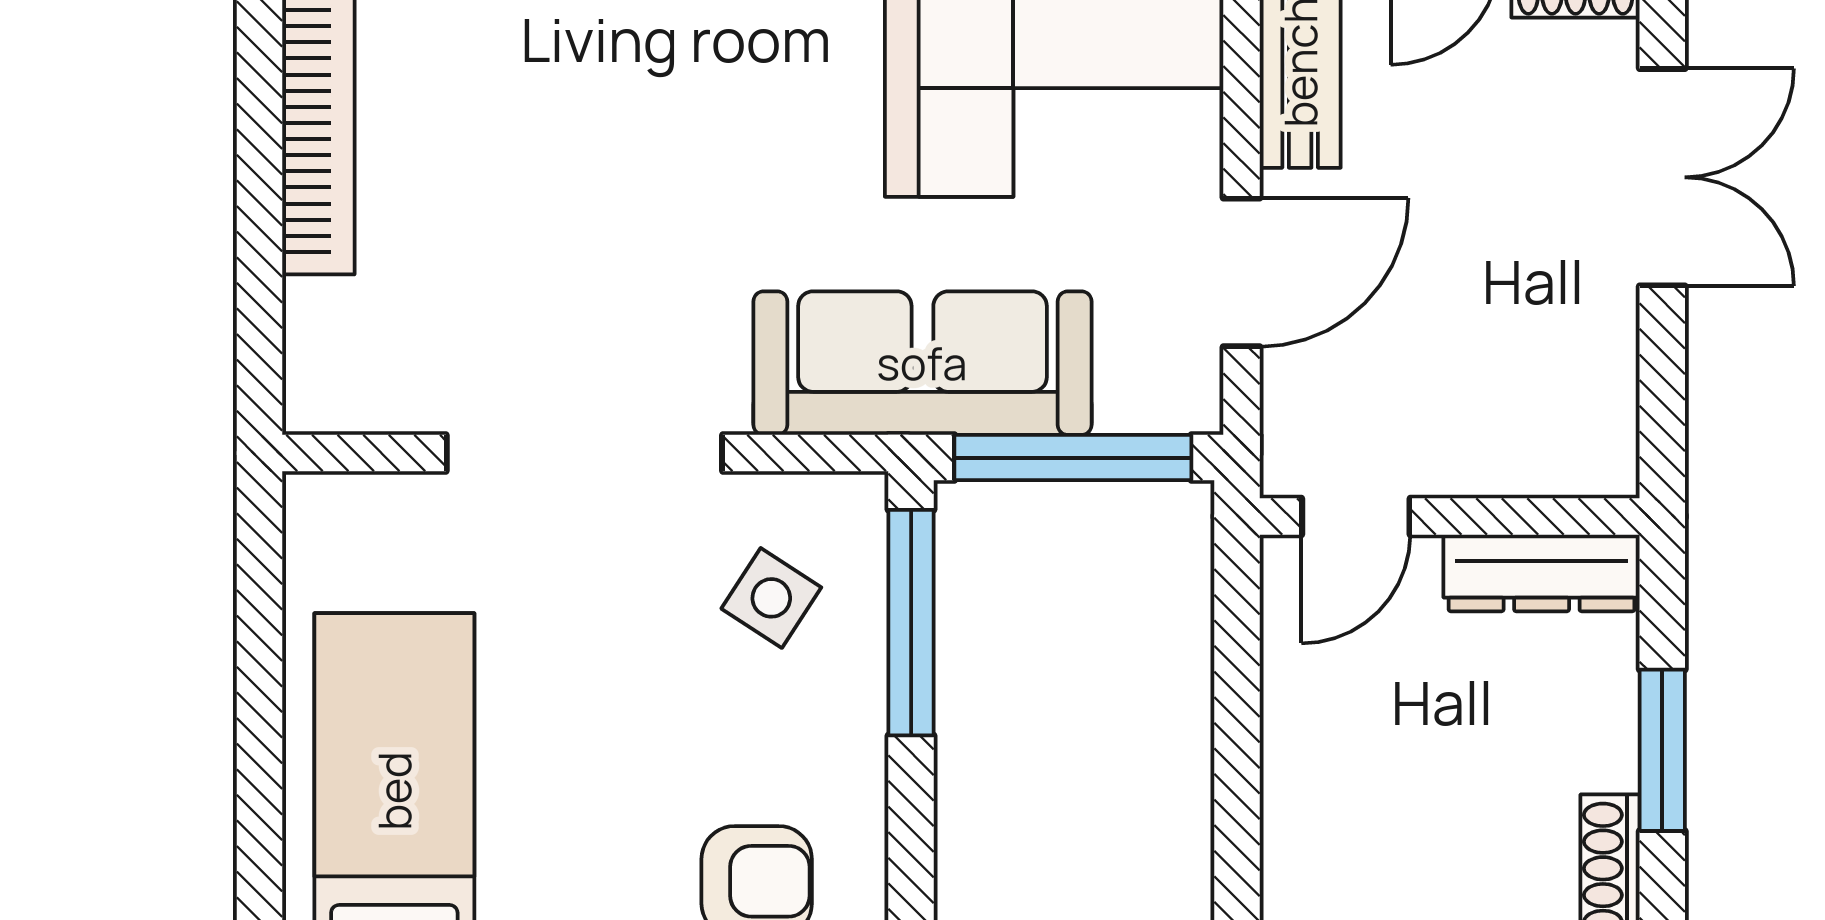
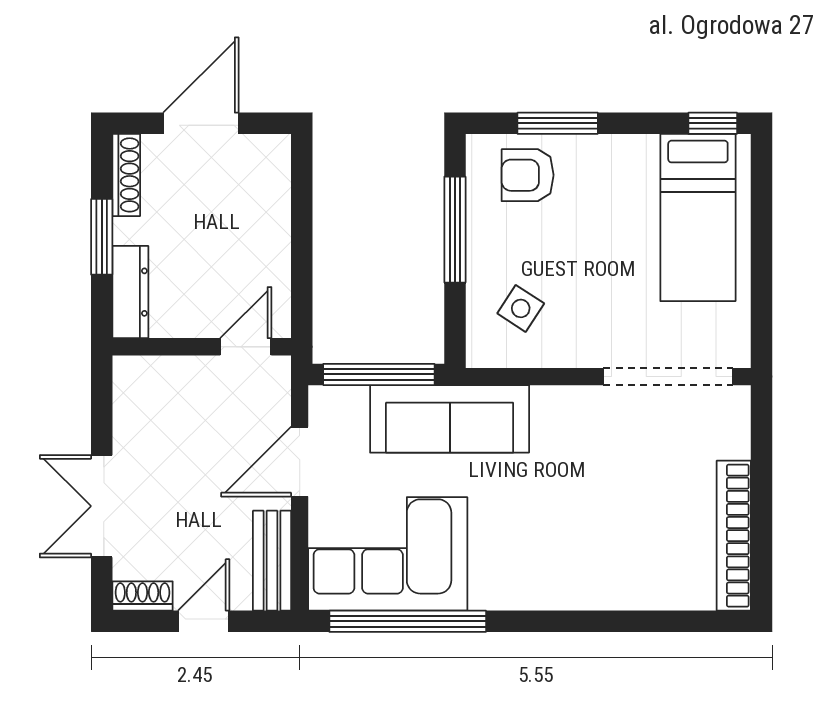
doorway: (584, 453) -> (668, 377), moved
dresser: (1542, 573) -> (130, 292), moved, turned 90
window: (911, 623) -> (455, 230), moved

